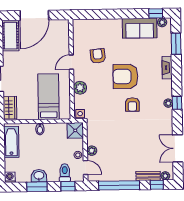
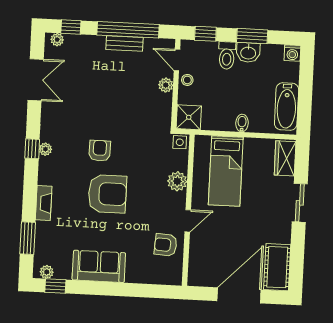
sofa: (140, 28) -> (99, 266), moved
armchair: (98, 56) -> (166, 245), moved, turned 100
toilet: (65, 173) -> (227, 55), moved
bench: (148, 176) -> (124, 43), moved

